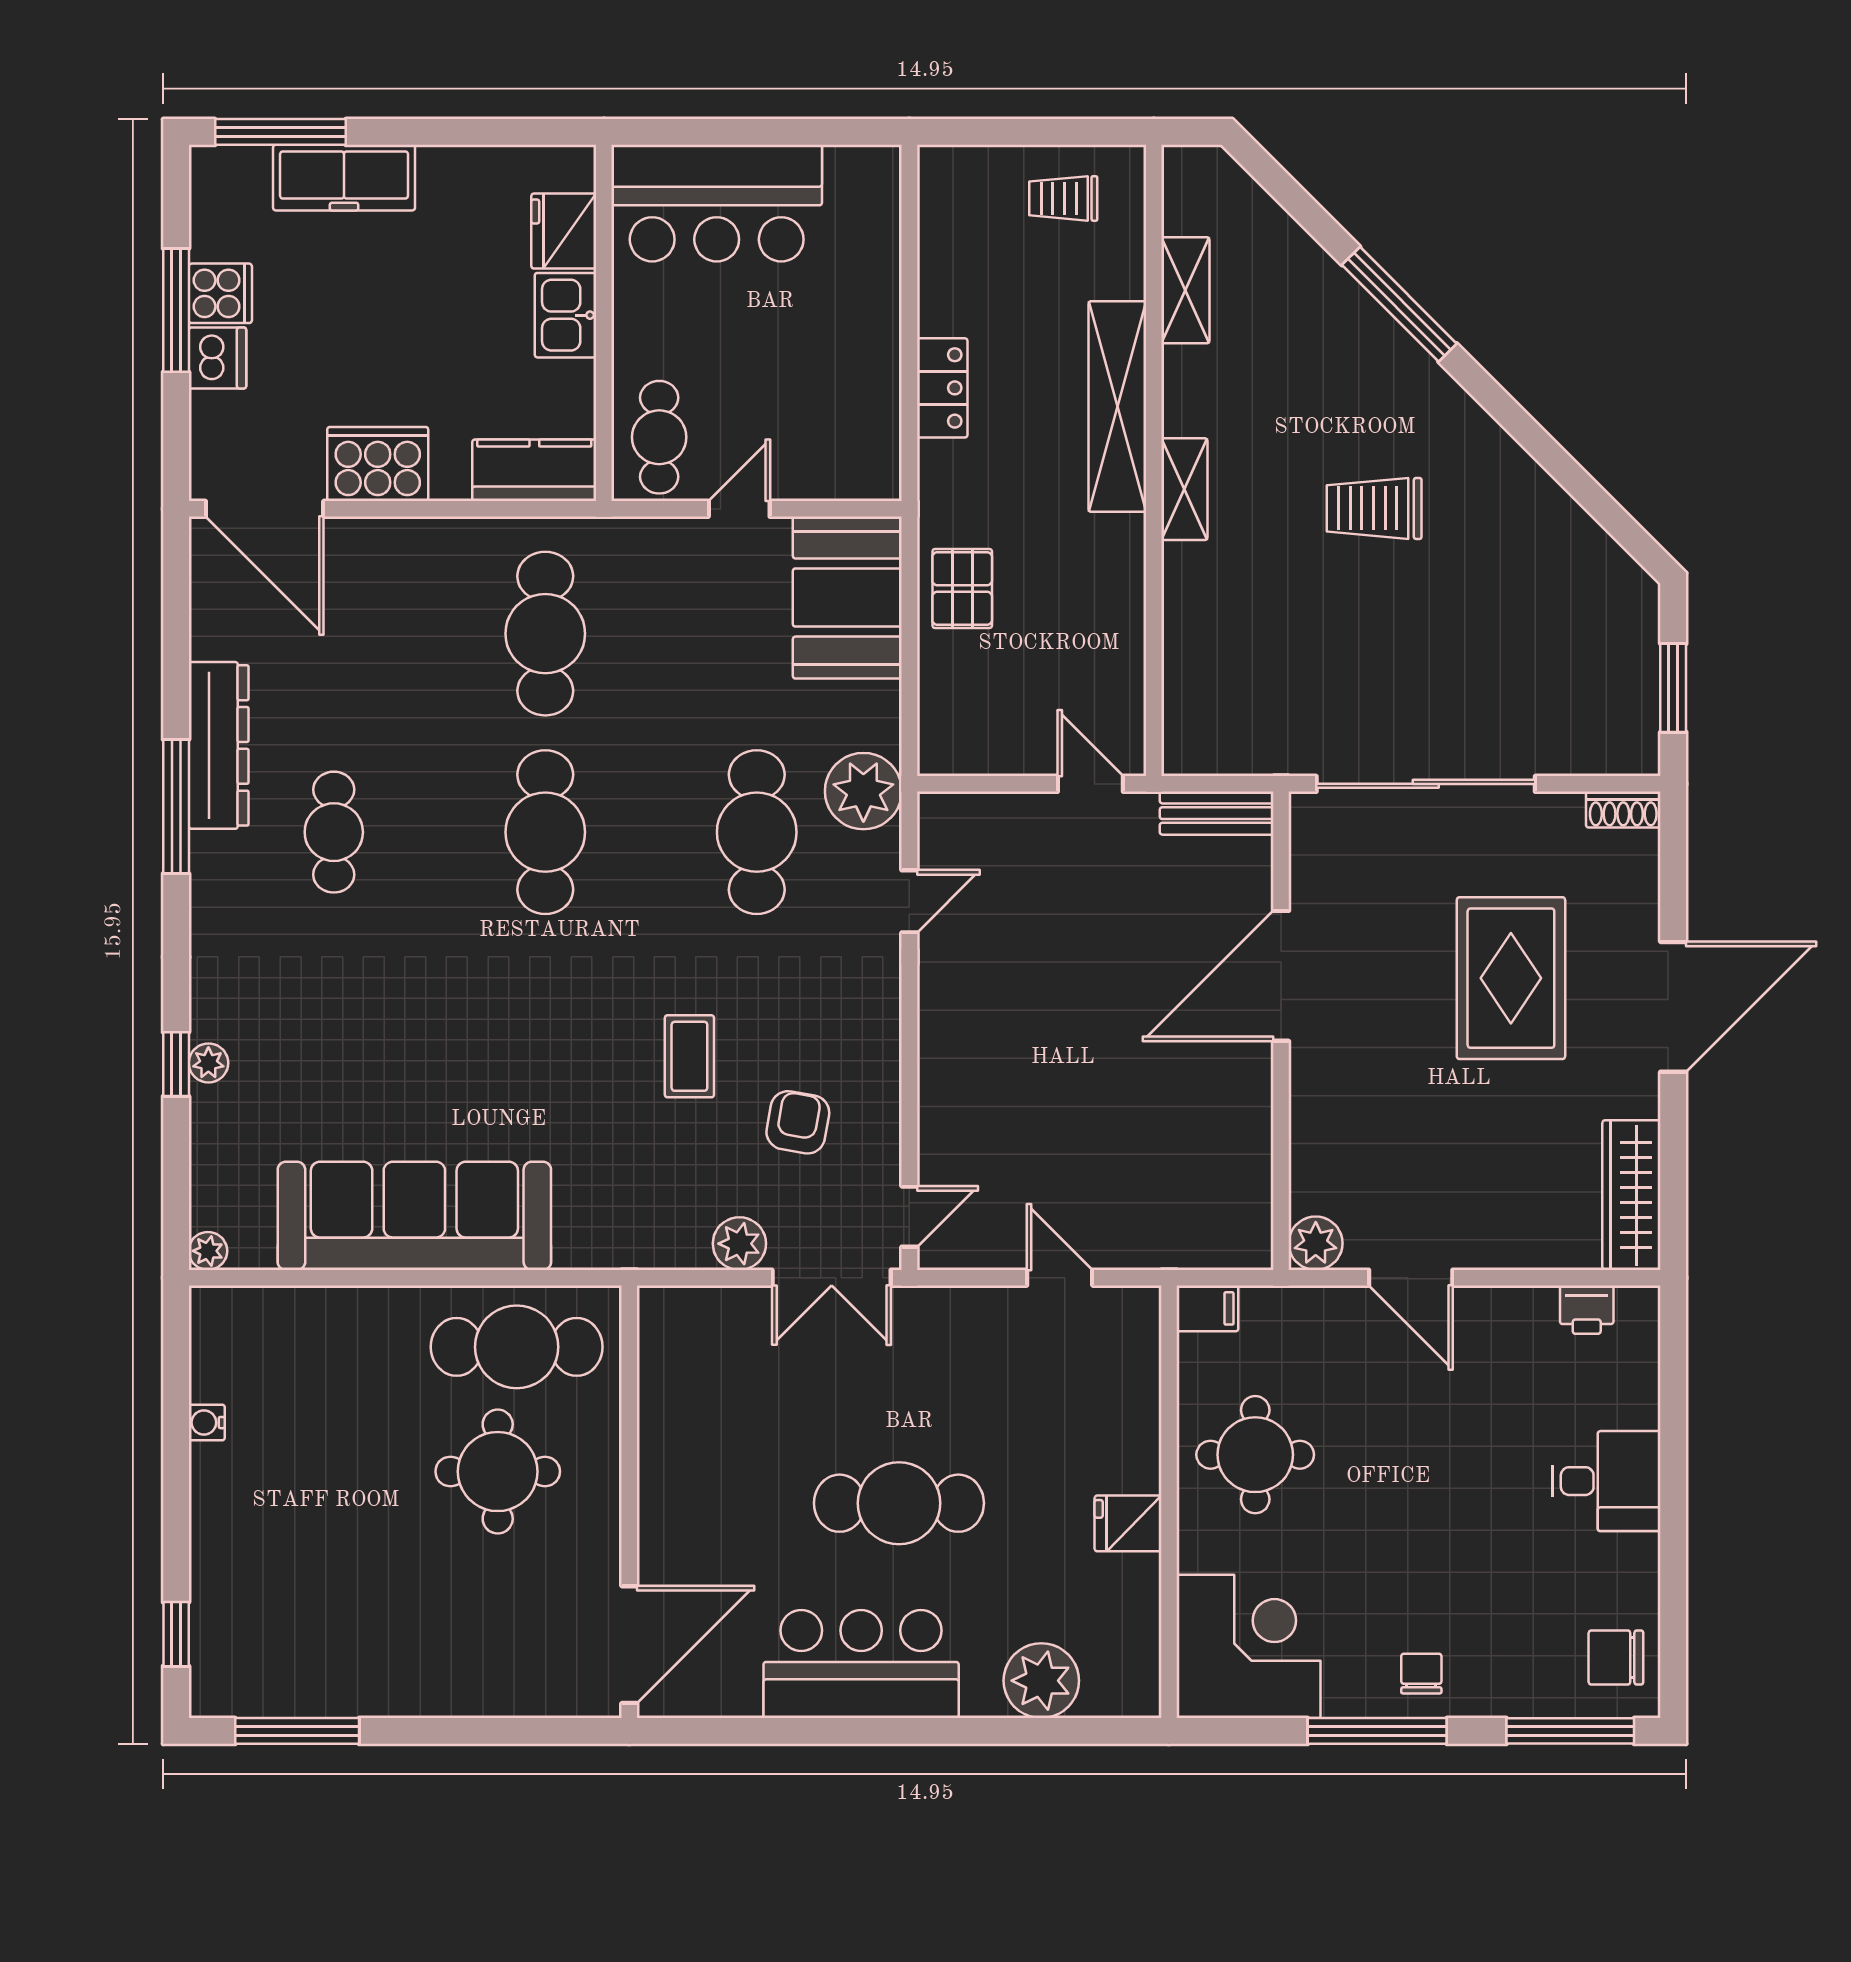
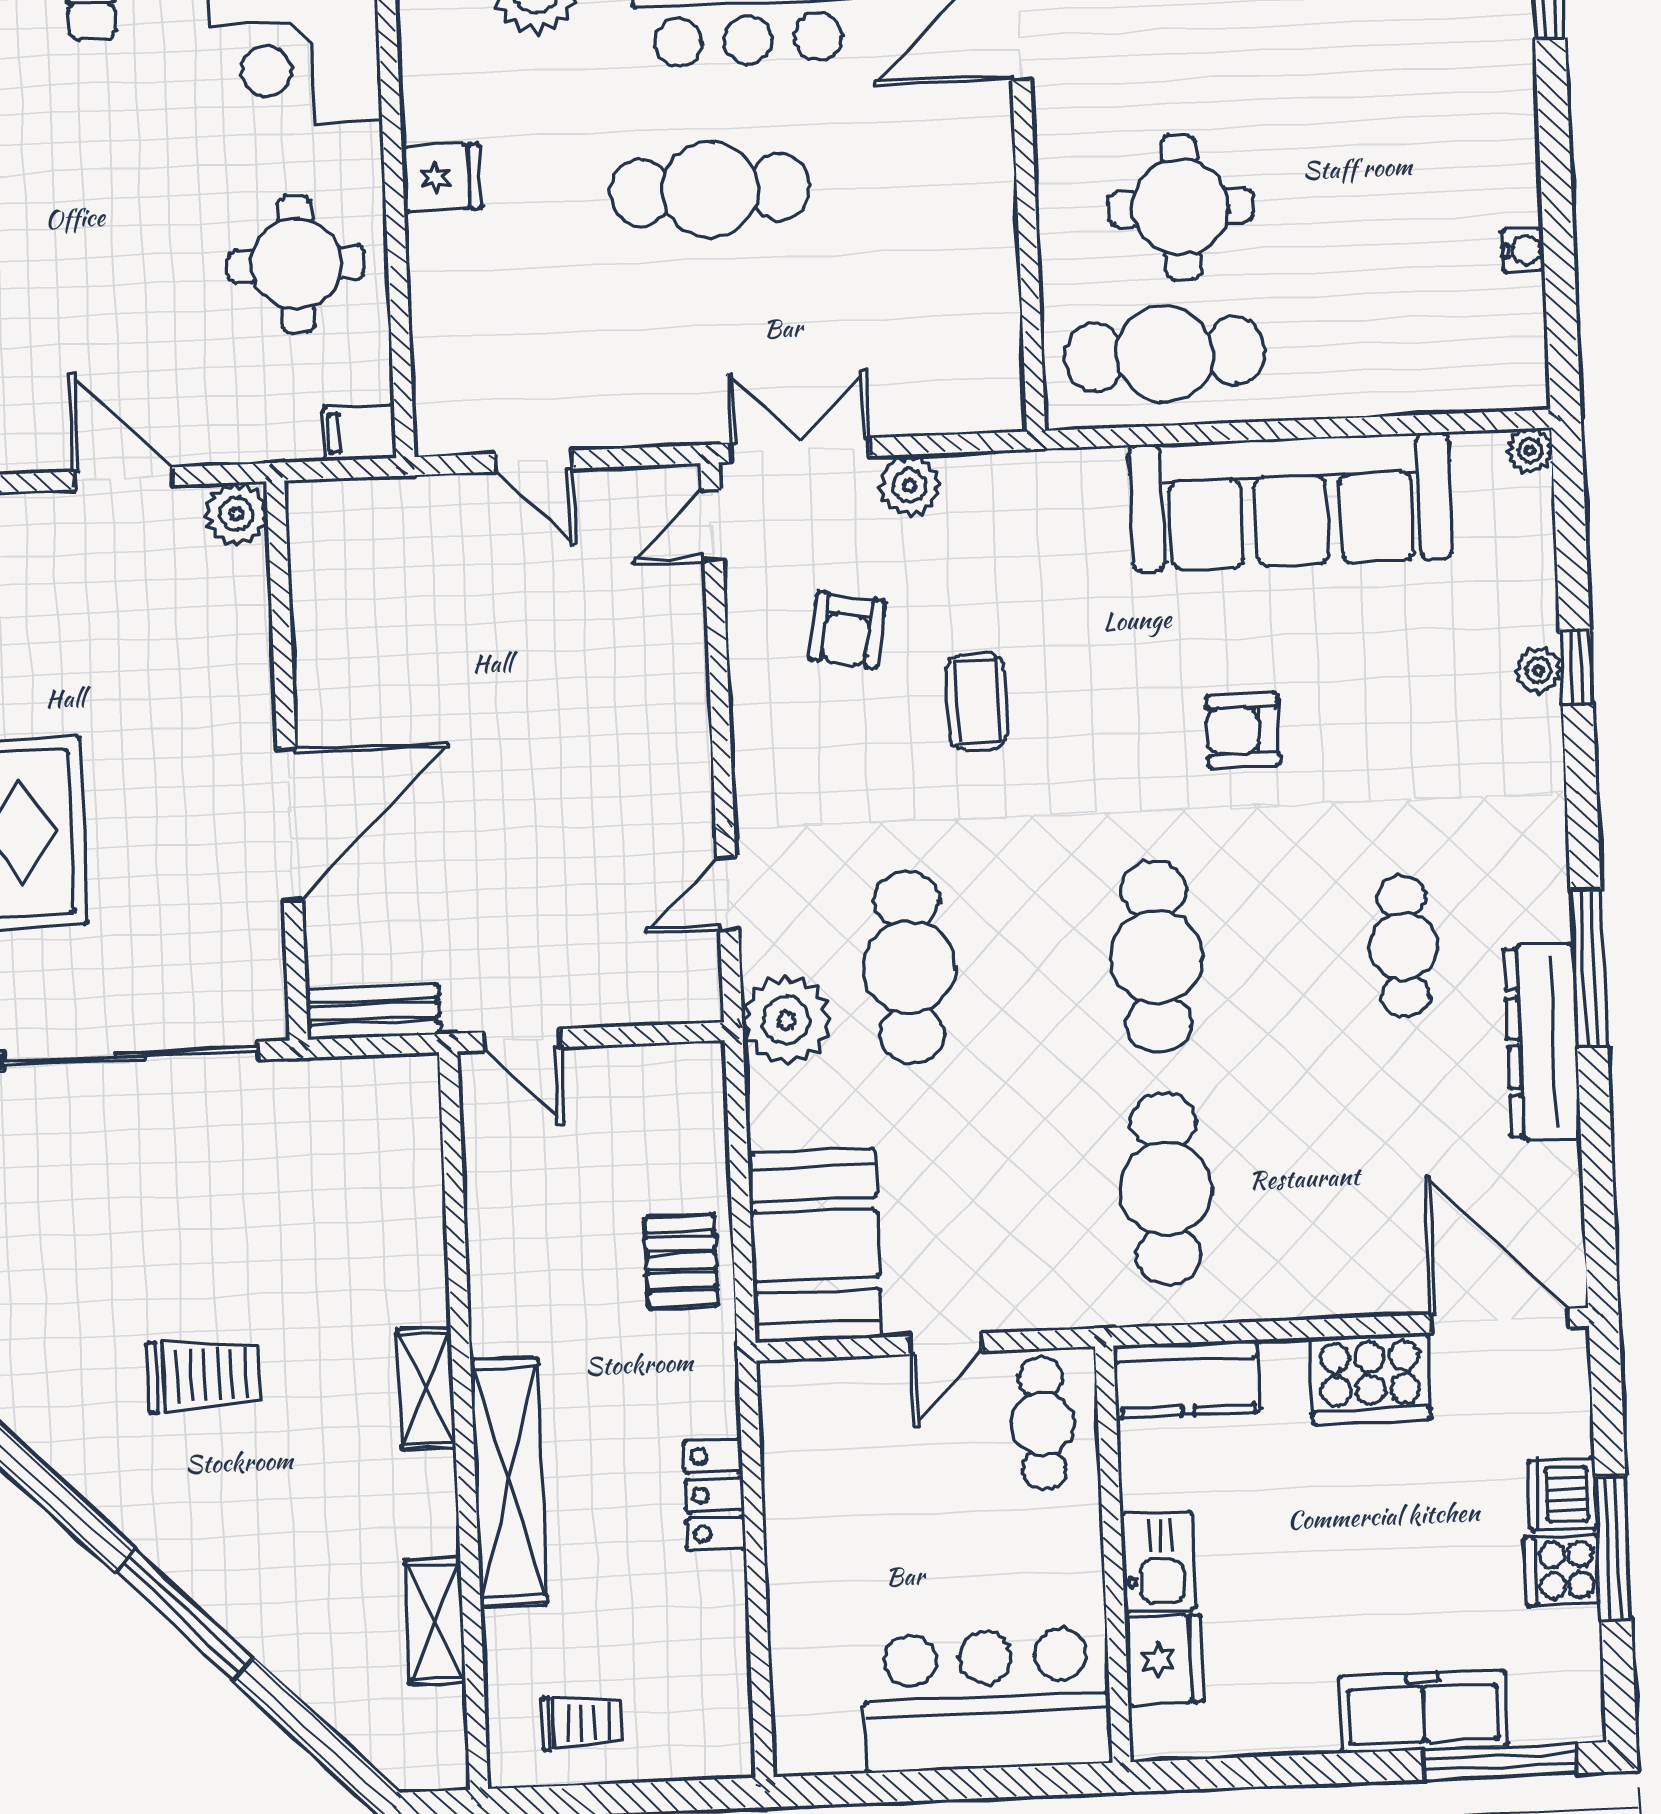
armchair: (463, 1022) -> (1243, 730), added

